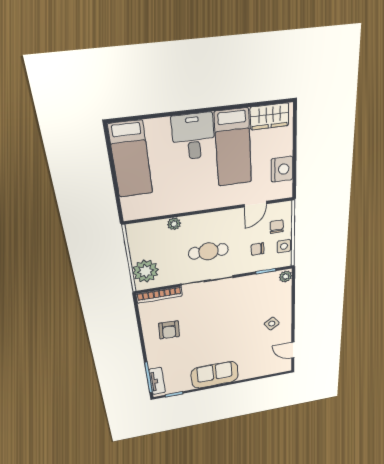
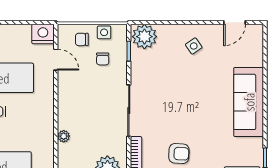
nightstand: (282, 169) -> (43, 34), moved
cafe table: (208, 251) -> (97, 107), removed
plant: (286, 276) -> (144, 37), width x1.88, depth x1.88
sofa: (215, 375) -> (249, 102), width x1.36

